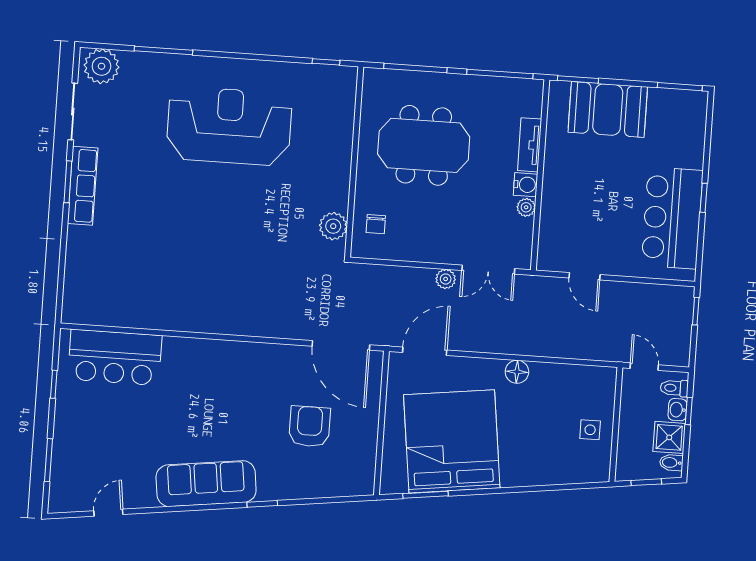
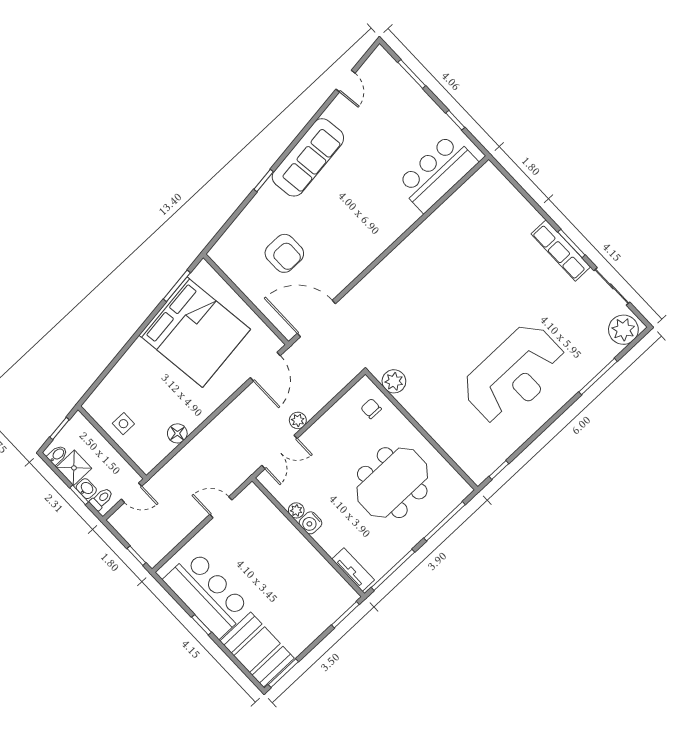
booth: (608, 110) -> (257, 650), moved, turned 90
tv unit: (530, 145) -> (353, 570), moved
double door: (488, 270) -> (280, 452), swing flipped
floor lamp: (517, 372) -> (177, 433), moved

